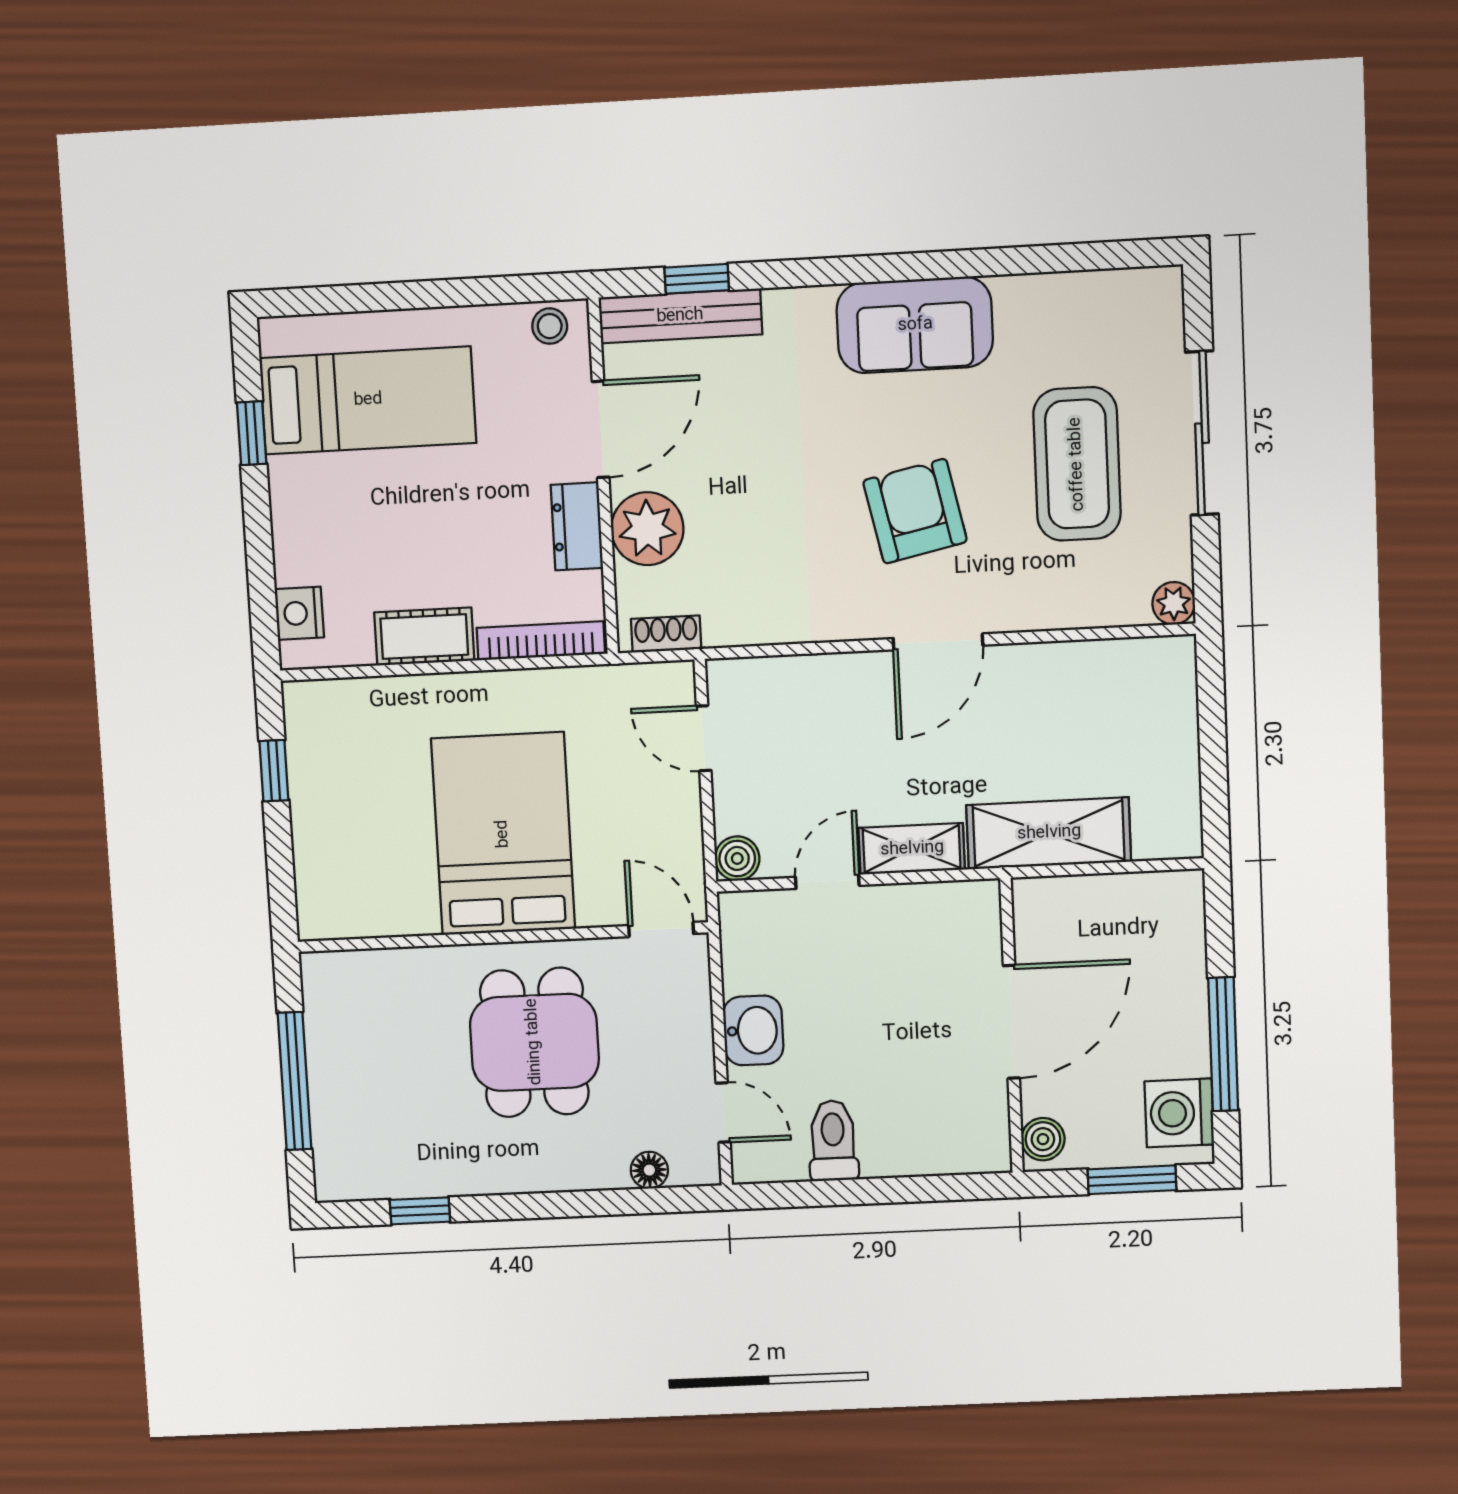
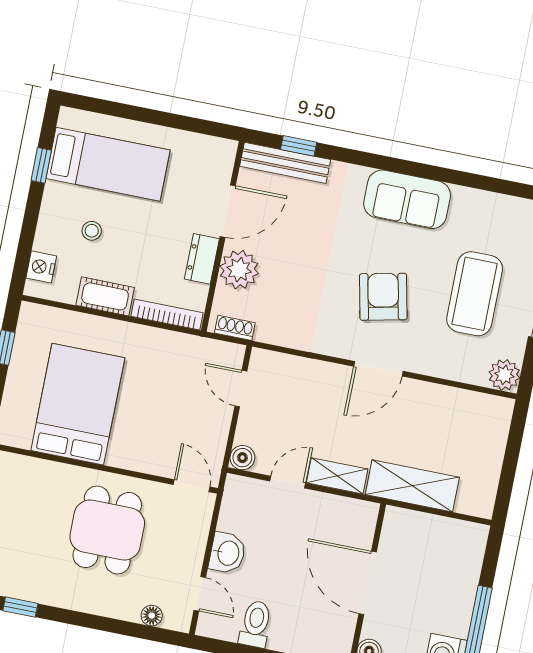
stool: (550, 326) -> (92, 231), moved
plant: (1174, 603) -> (504, 375), width x1.38, depth x1.38
bed: (503, 834) -> (78, 404), moved
door: (1011, 1022) -> (368, 583), swing flipped

